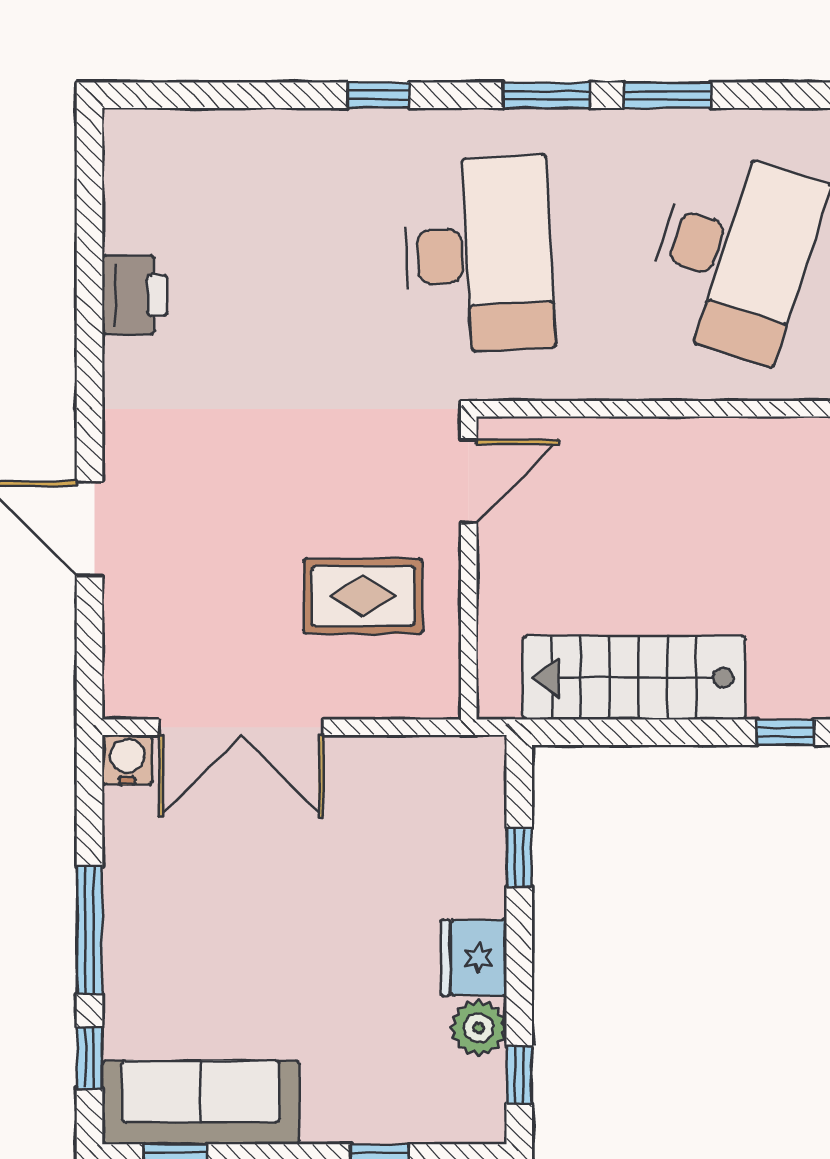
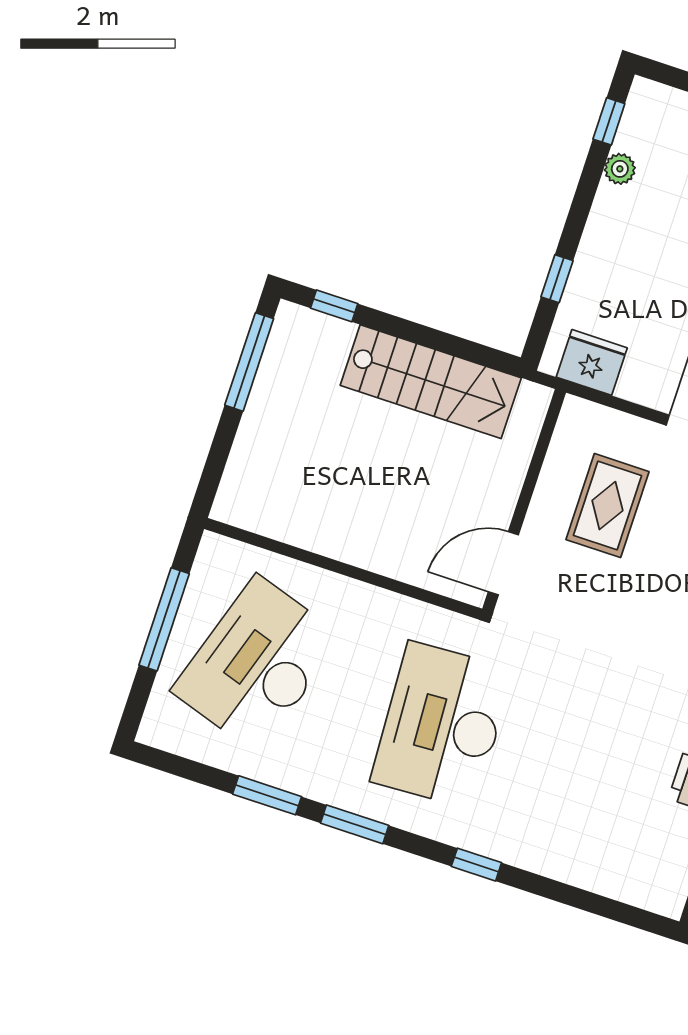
rug: (363, 596) -> (607, 506), turned 90
fridge: (474, 958) -> (592, 362), moved, turned -90
plant: (479, 1028) -> (620, 169), width x0.73, depth x0.73

